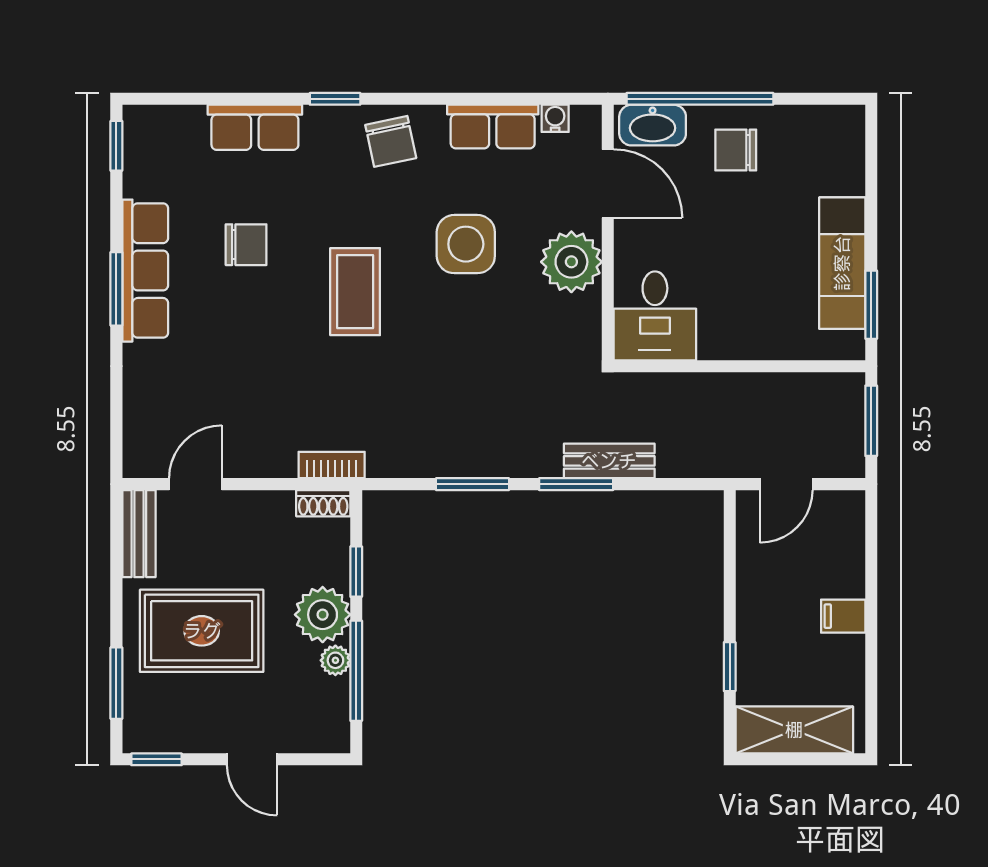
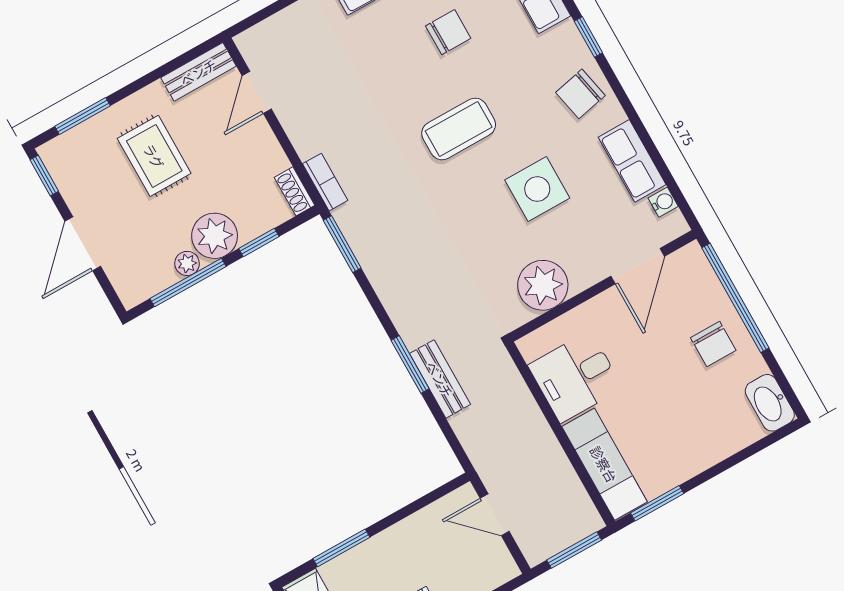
washbasin: (653, 125) -> (770, 403), moved
chair: (736, 150) -> (713, 344), turned 180
chair: (246, 245) -> (448, 32), turned -90
plant: (571, 262) -> (543, 285), moved
exam couch: (842, 263) -> (604, 464), moved, turned 90
desk: (655, 316) -> (575, 377), moved
door: (195, 484) -> (257, 92), swing flipped
window: (473, 484) -> (342, 244), moved
rug: (202, 631) -> (154, 156), width x0.73, depth x0.70
window: (730, 667) -> (341, 548), width x1.50
door: (252, 759) -> (83, 244), width x1.38

